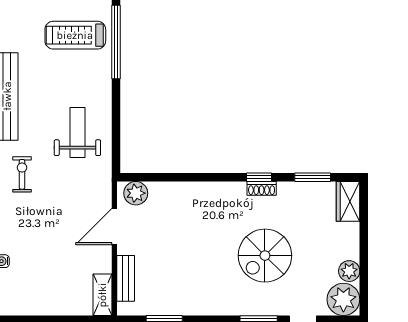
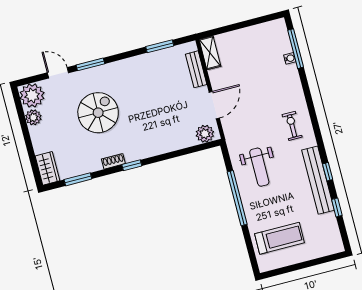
window: (116, 42) -> (237, 198), moved
exercise bike: (22, 174) -> (292, 126), turned 180
window: (259, 177) -> (132, 165), moved

